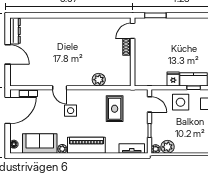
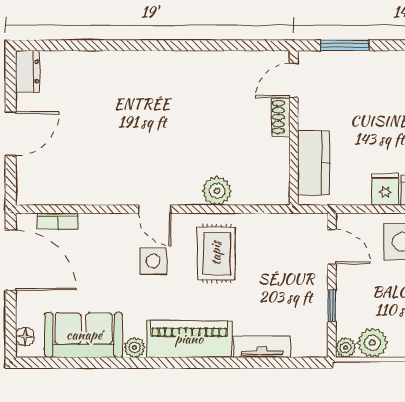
dresser: (15, 31) -> (28, 71), width x0.70
door: (8, 54) -> (11, 134), hinge flipped
kitchen counter: (141, 67) -> (314, 163), added
door: (60, 88) -> (155, 209), moved
rug: (115, 109) -> (216, 253), moved
door: (8, 110) -> (11, 260), hinge flipped
tv unit: (132, 149) -> (262, 347), moved

